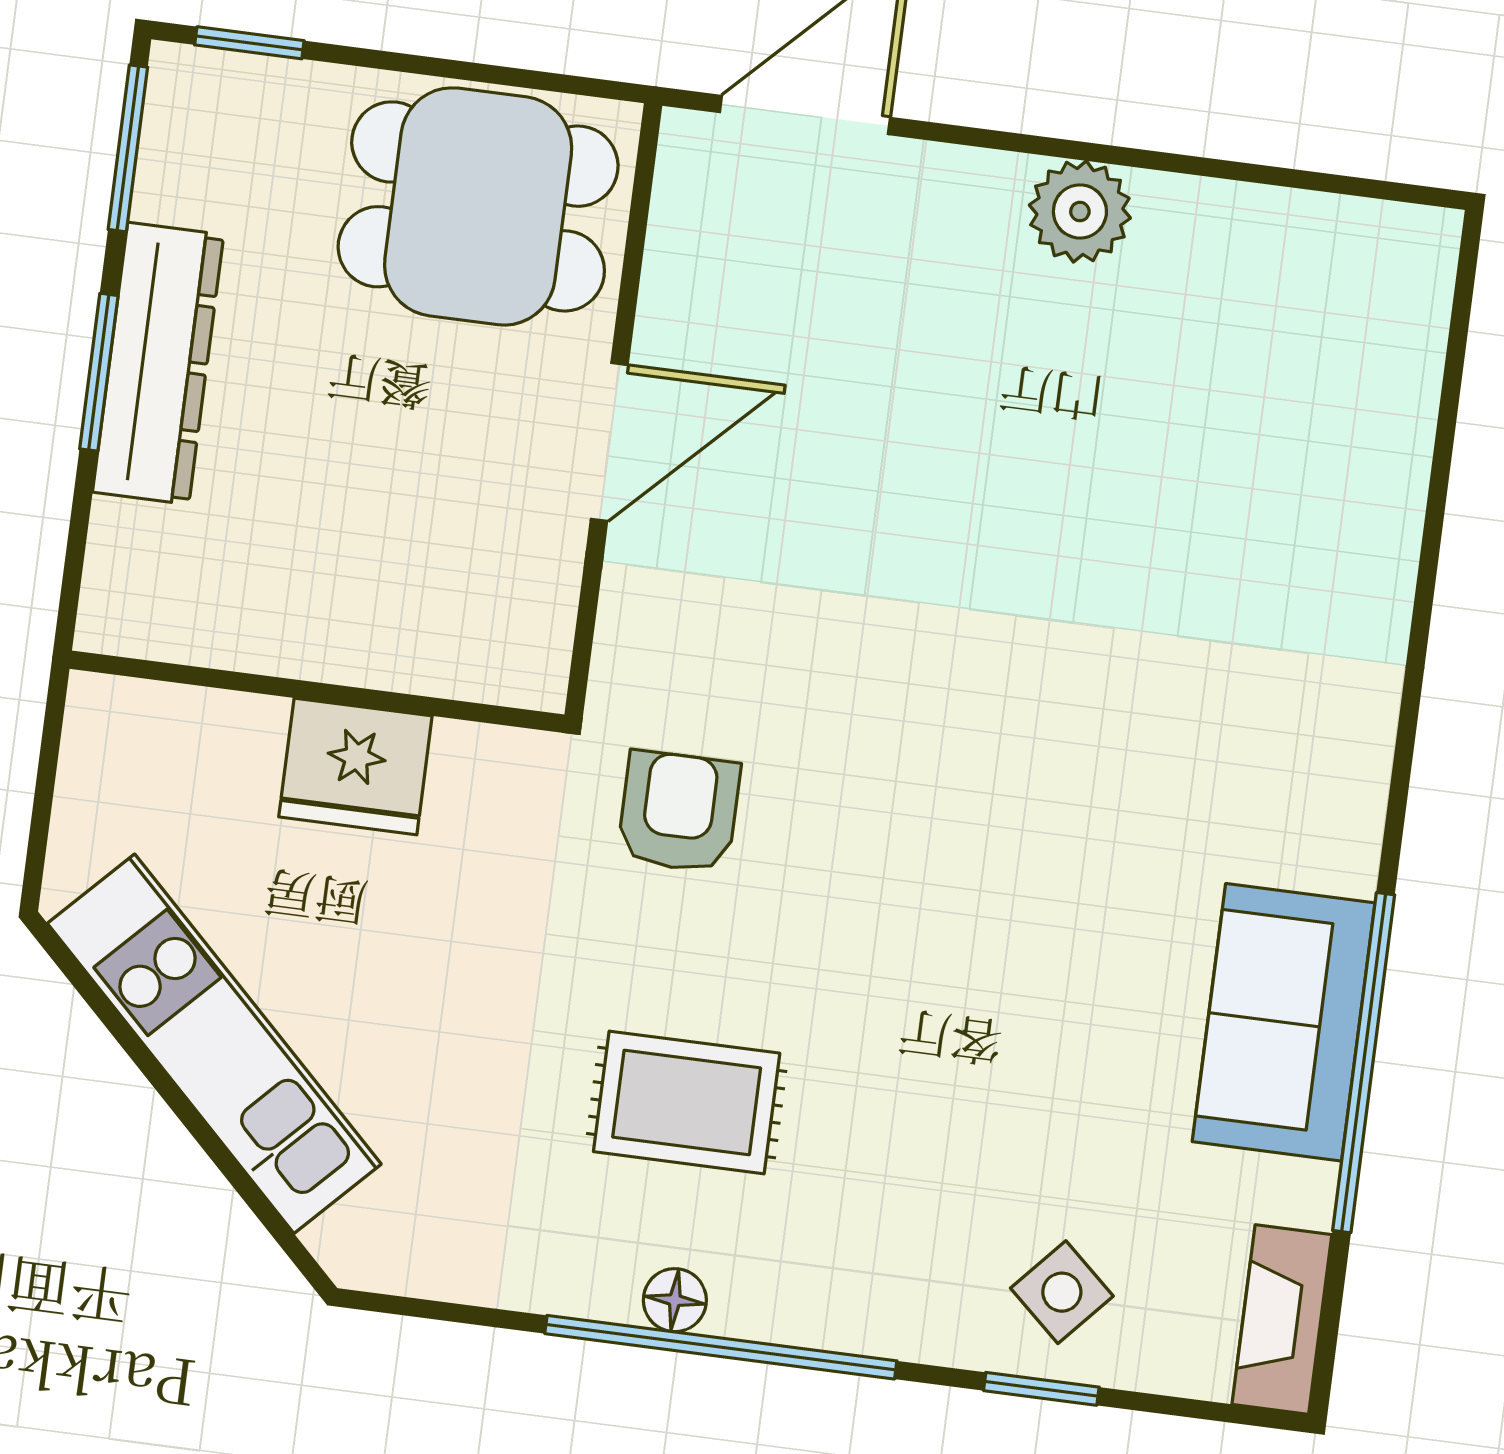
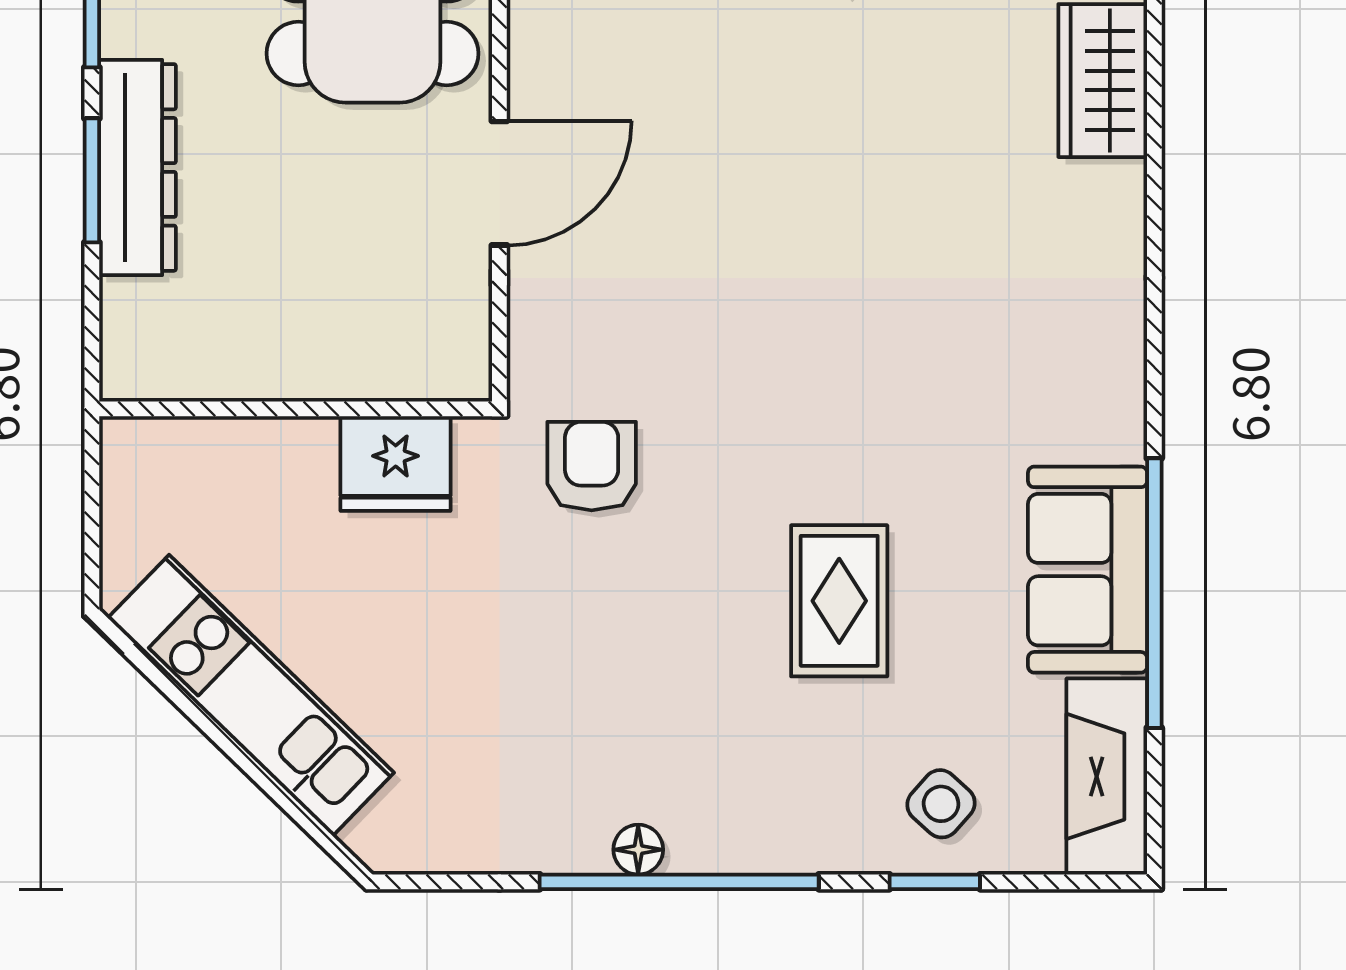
wardrobe: (1382, 412) -> (1103, 81), added
fridge: (355, 766) -> (396, 463), moved
rug: (687, 1102) -> (839, 601), moved, turned 90
fireplace: (1282, 1319) -> (1107, 776), width x1.37, depth x1.32

